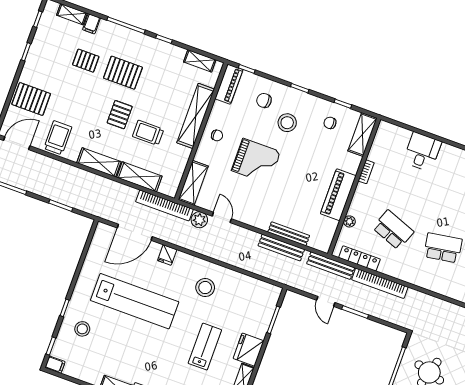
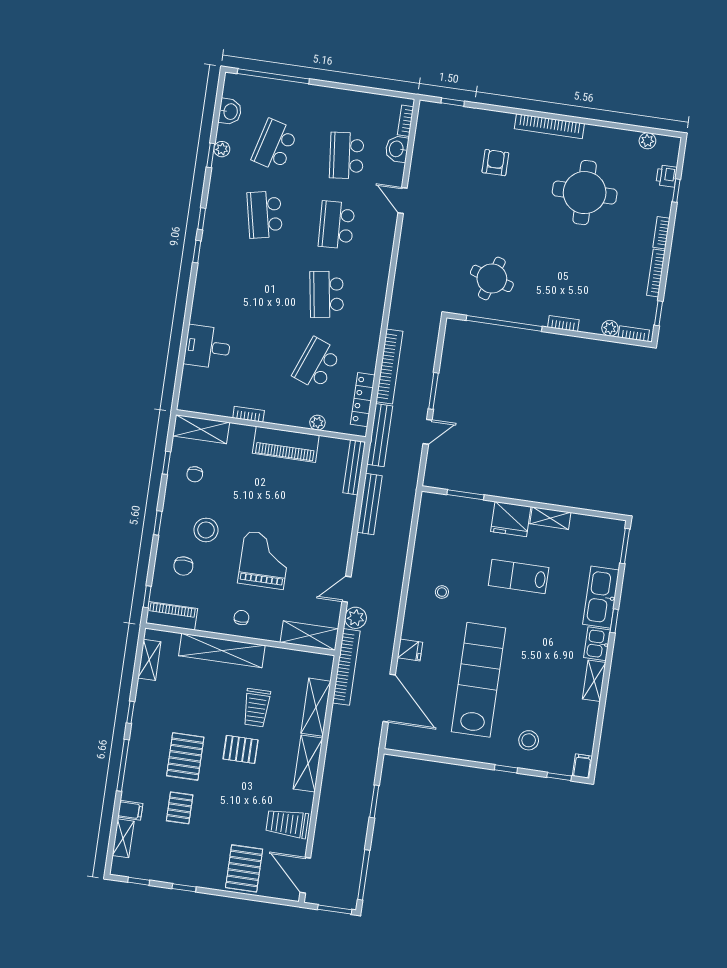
bench: (289, 234) -> (354, 467), moved
stool: (205, 288) -> (442, 592), width x0.53, depth x0.53

